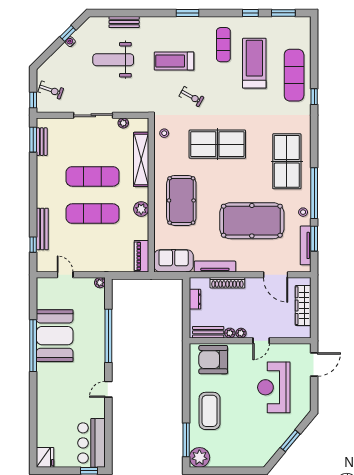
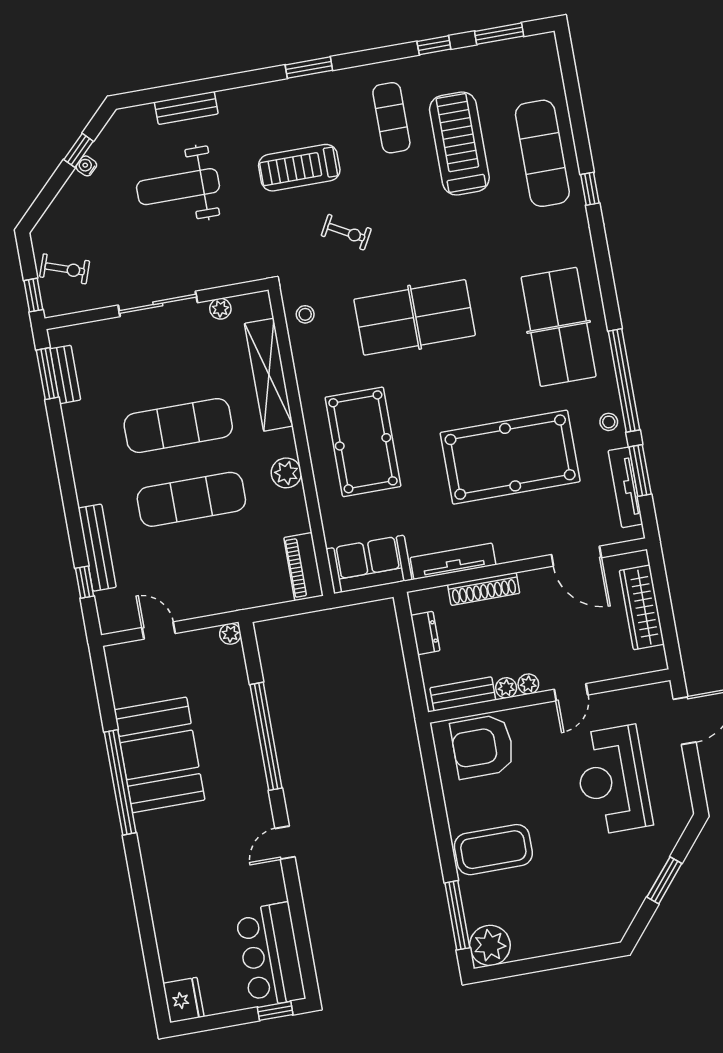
coffee table: (210, 411) -> (493, 850), turned 90

